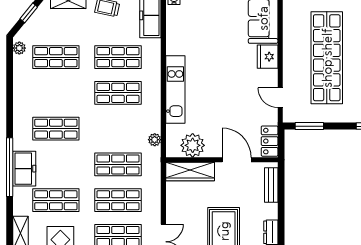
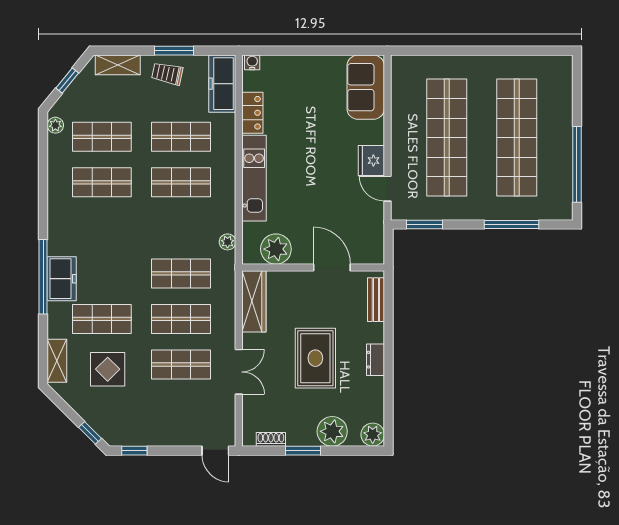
fridge: (268, 57) -> (371, 161), moved
shop shelf: (56, 129) -> (102, 182), moved
locker: (270, 141) -> (252, 113), moved, turned 180
wardrobe: (190, 172) -> (254, 301), moved, turned -90

